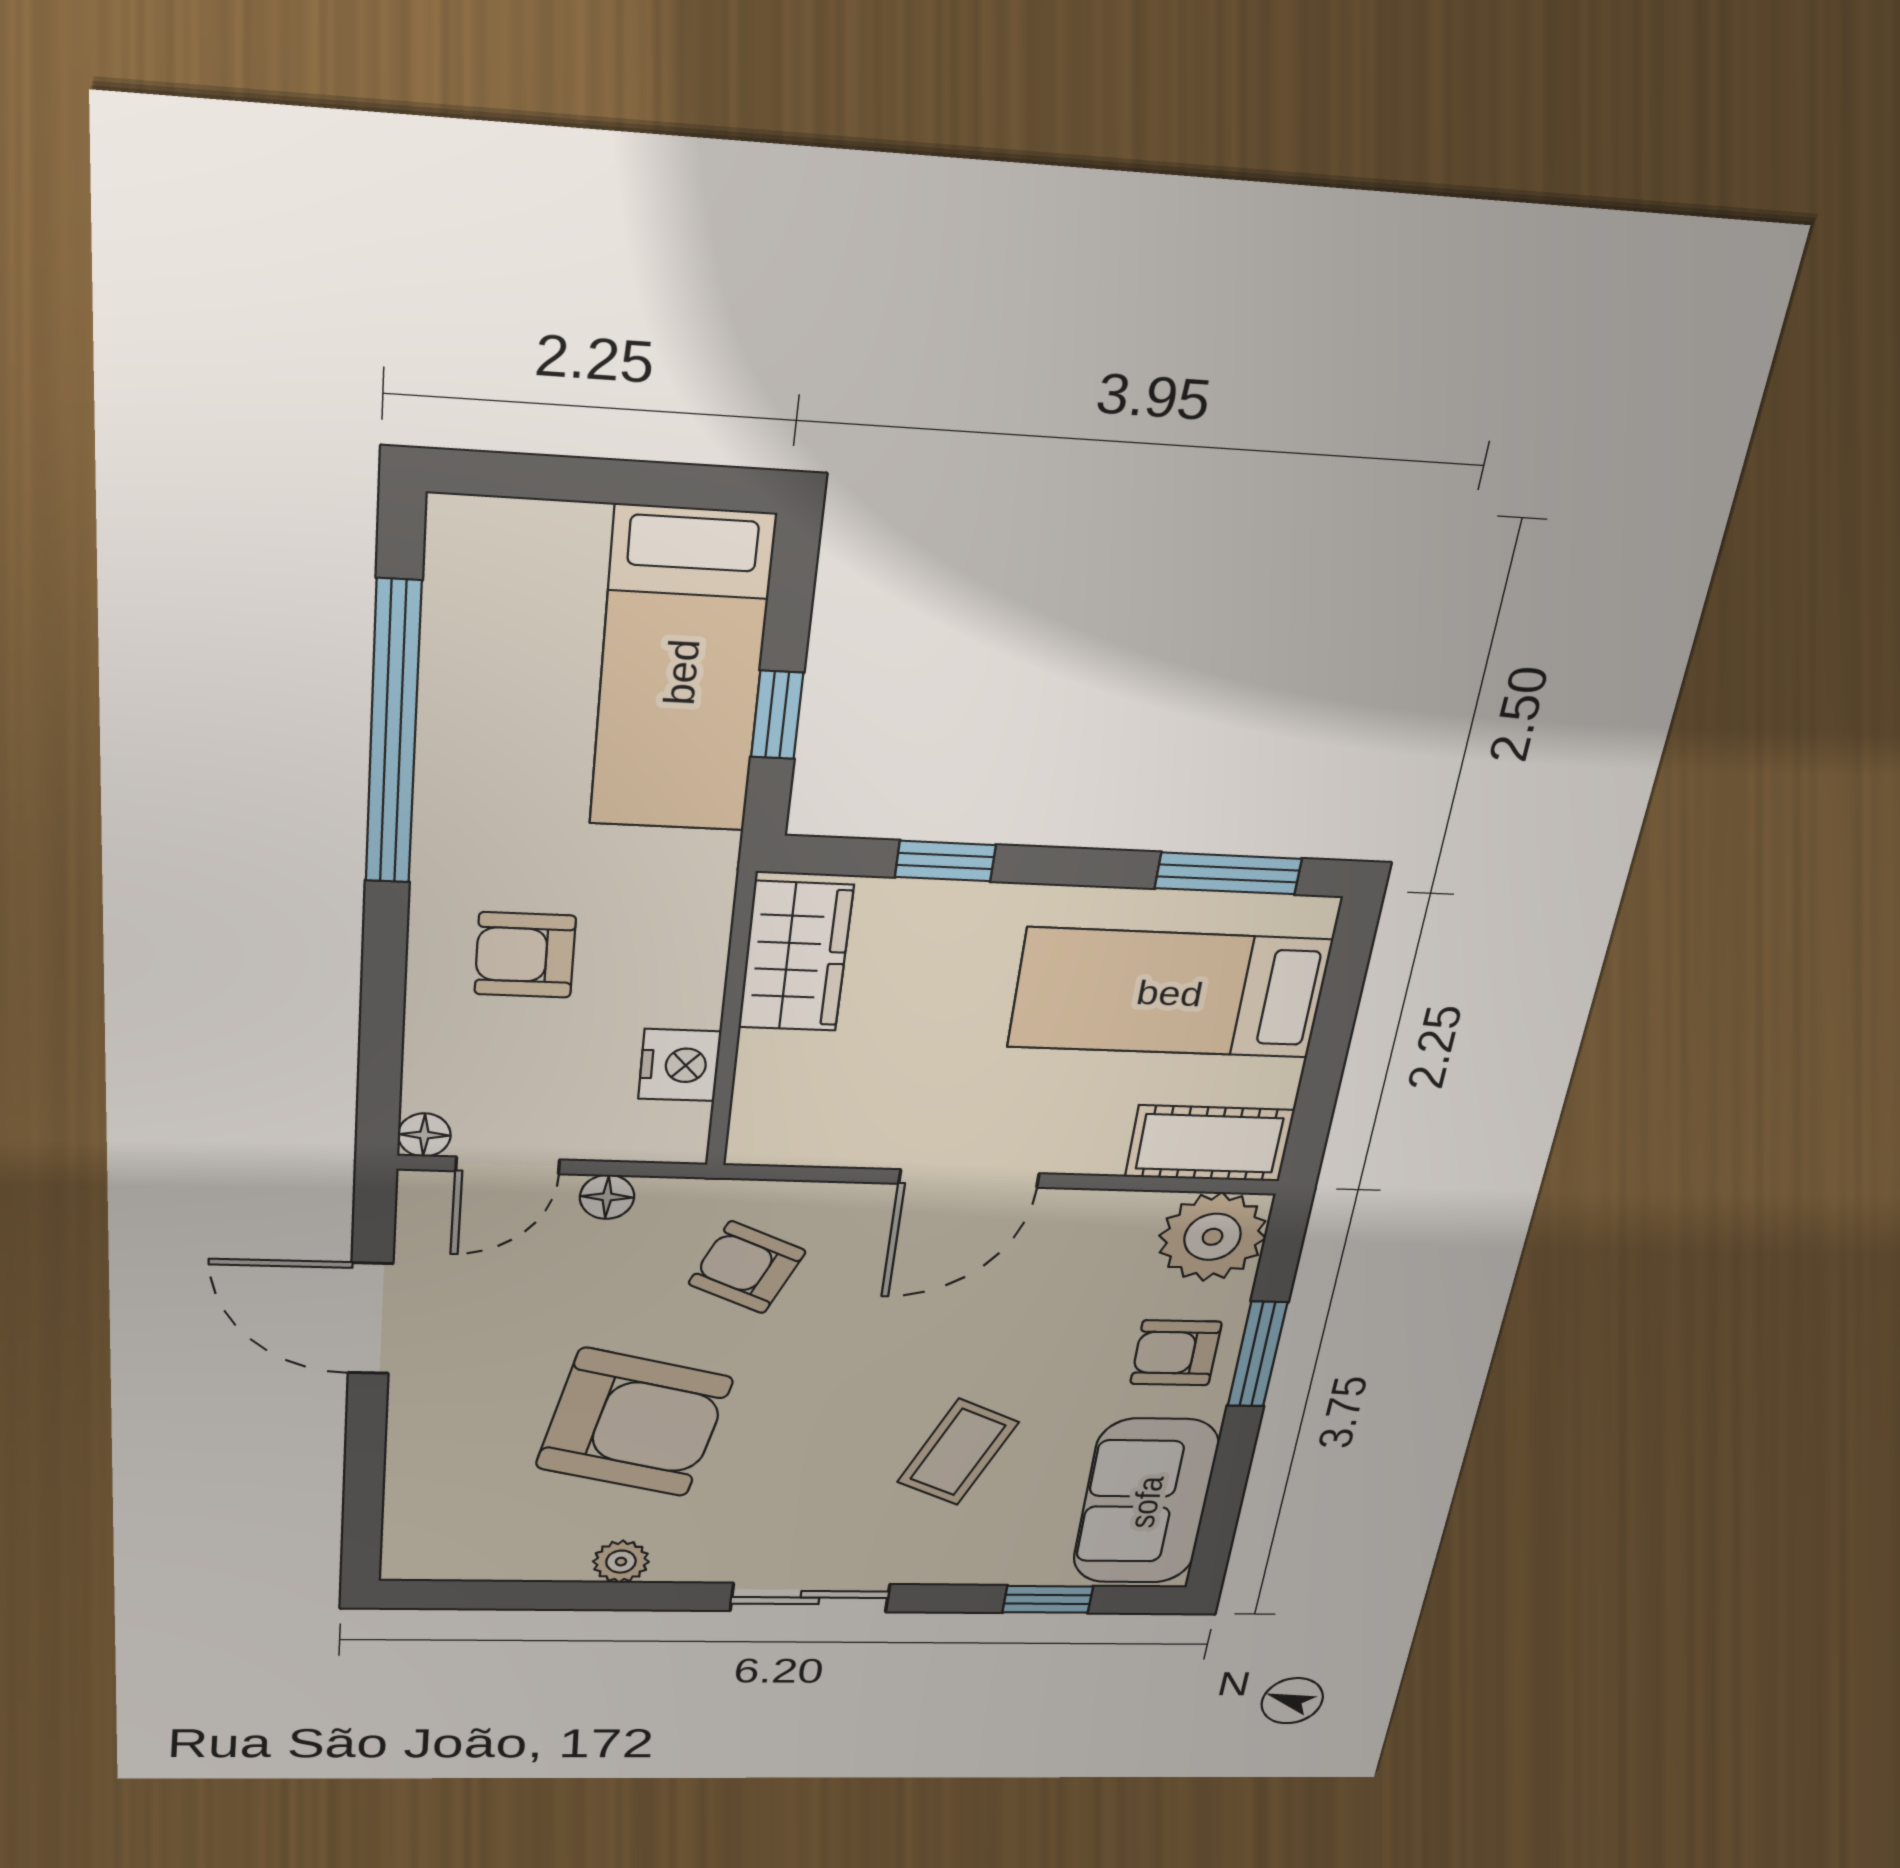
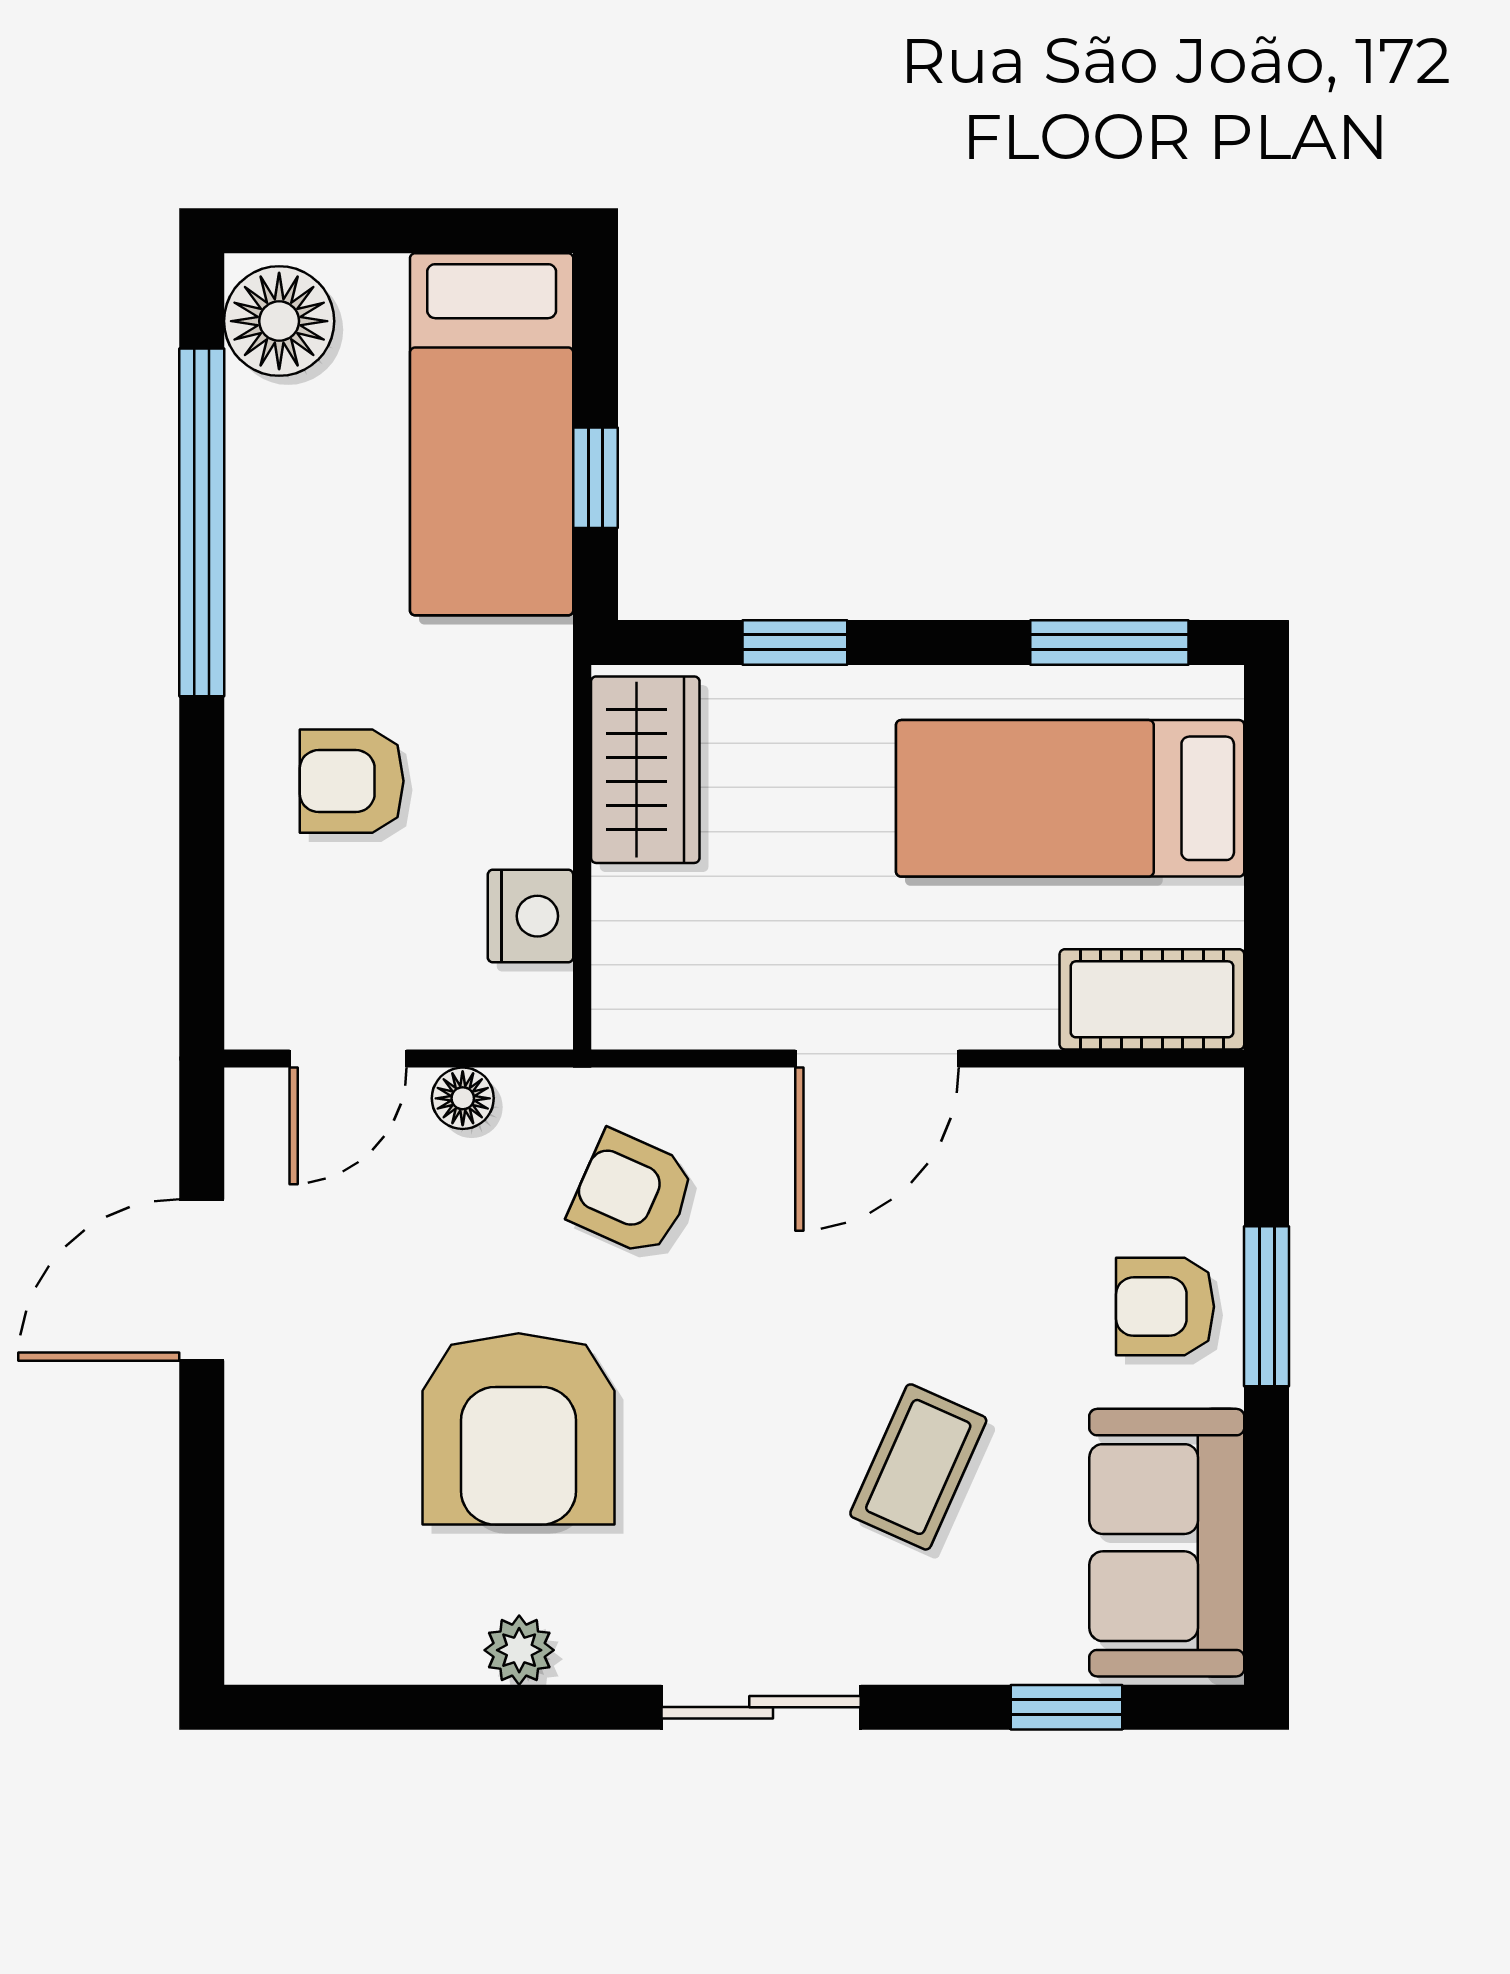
floor lamp: (424, 1135) -> (279, 321), moved, width x1.89, depth x1.89
plant: (1213, 1237) -> (1179, 1132), removed
door: (370, 1319) -> (202, 1280), hinge flipped
armchair: (634, 1423) -> (519, 1429), turned 77

